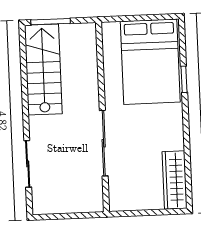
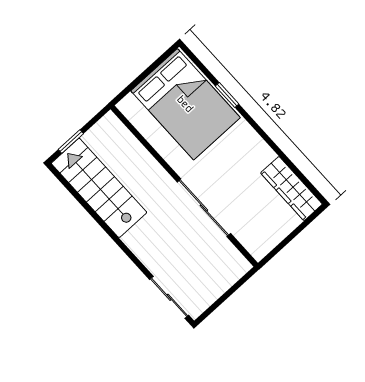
window: (51, 22) -> (71, 141), width x0.67
sliding door: (28, 164) -> (169, 297), moved

